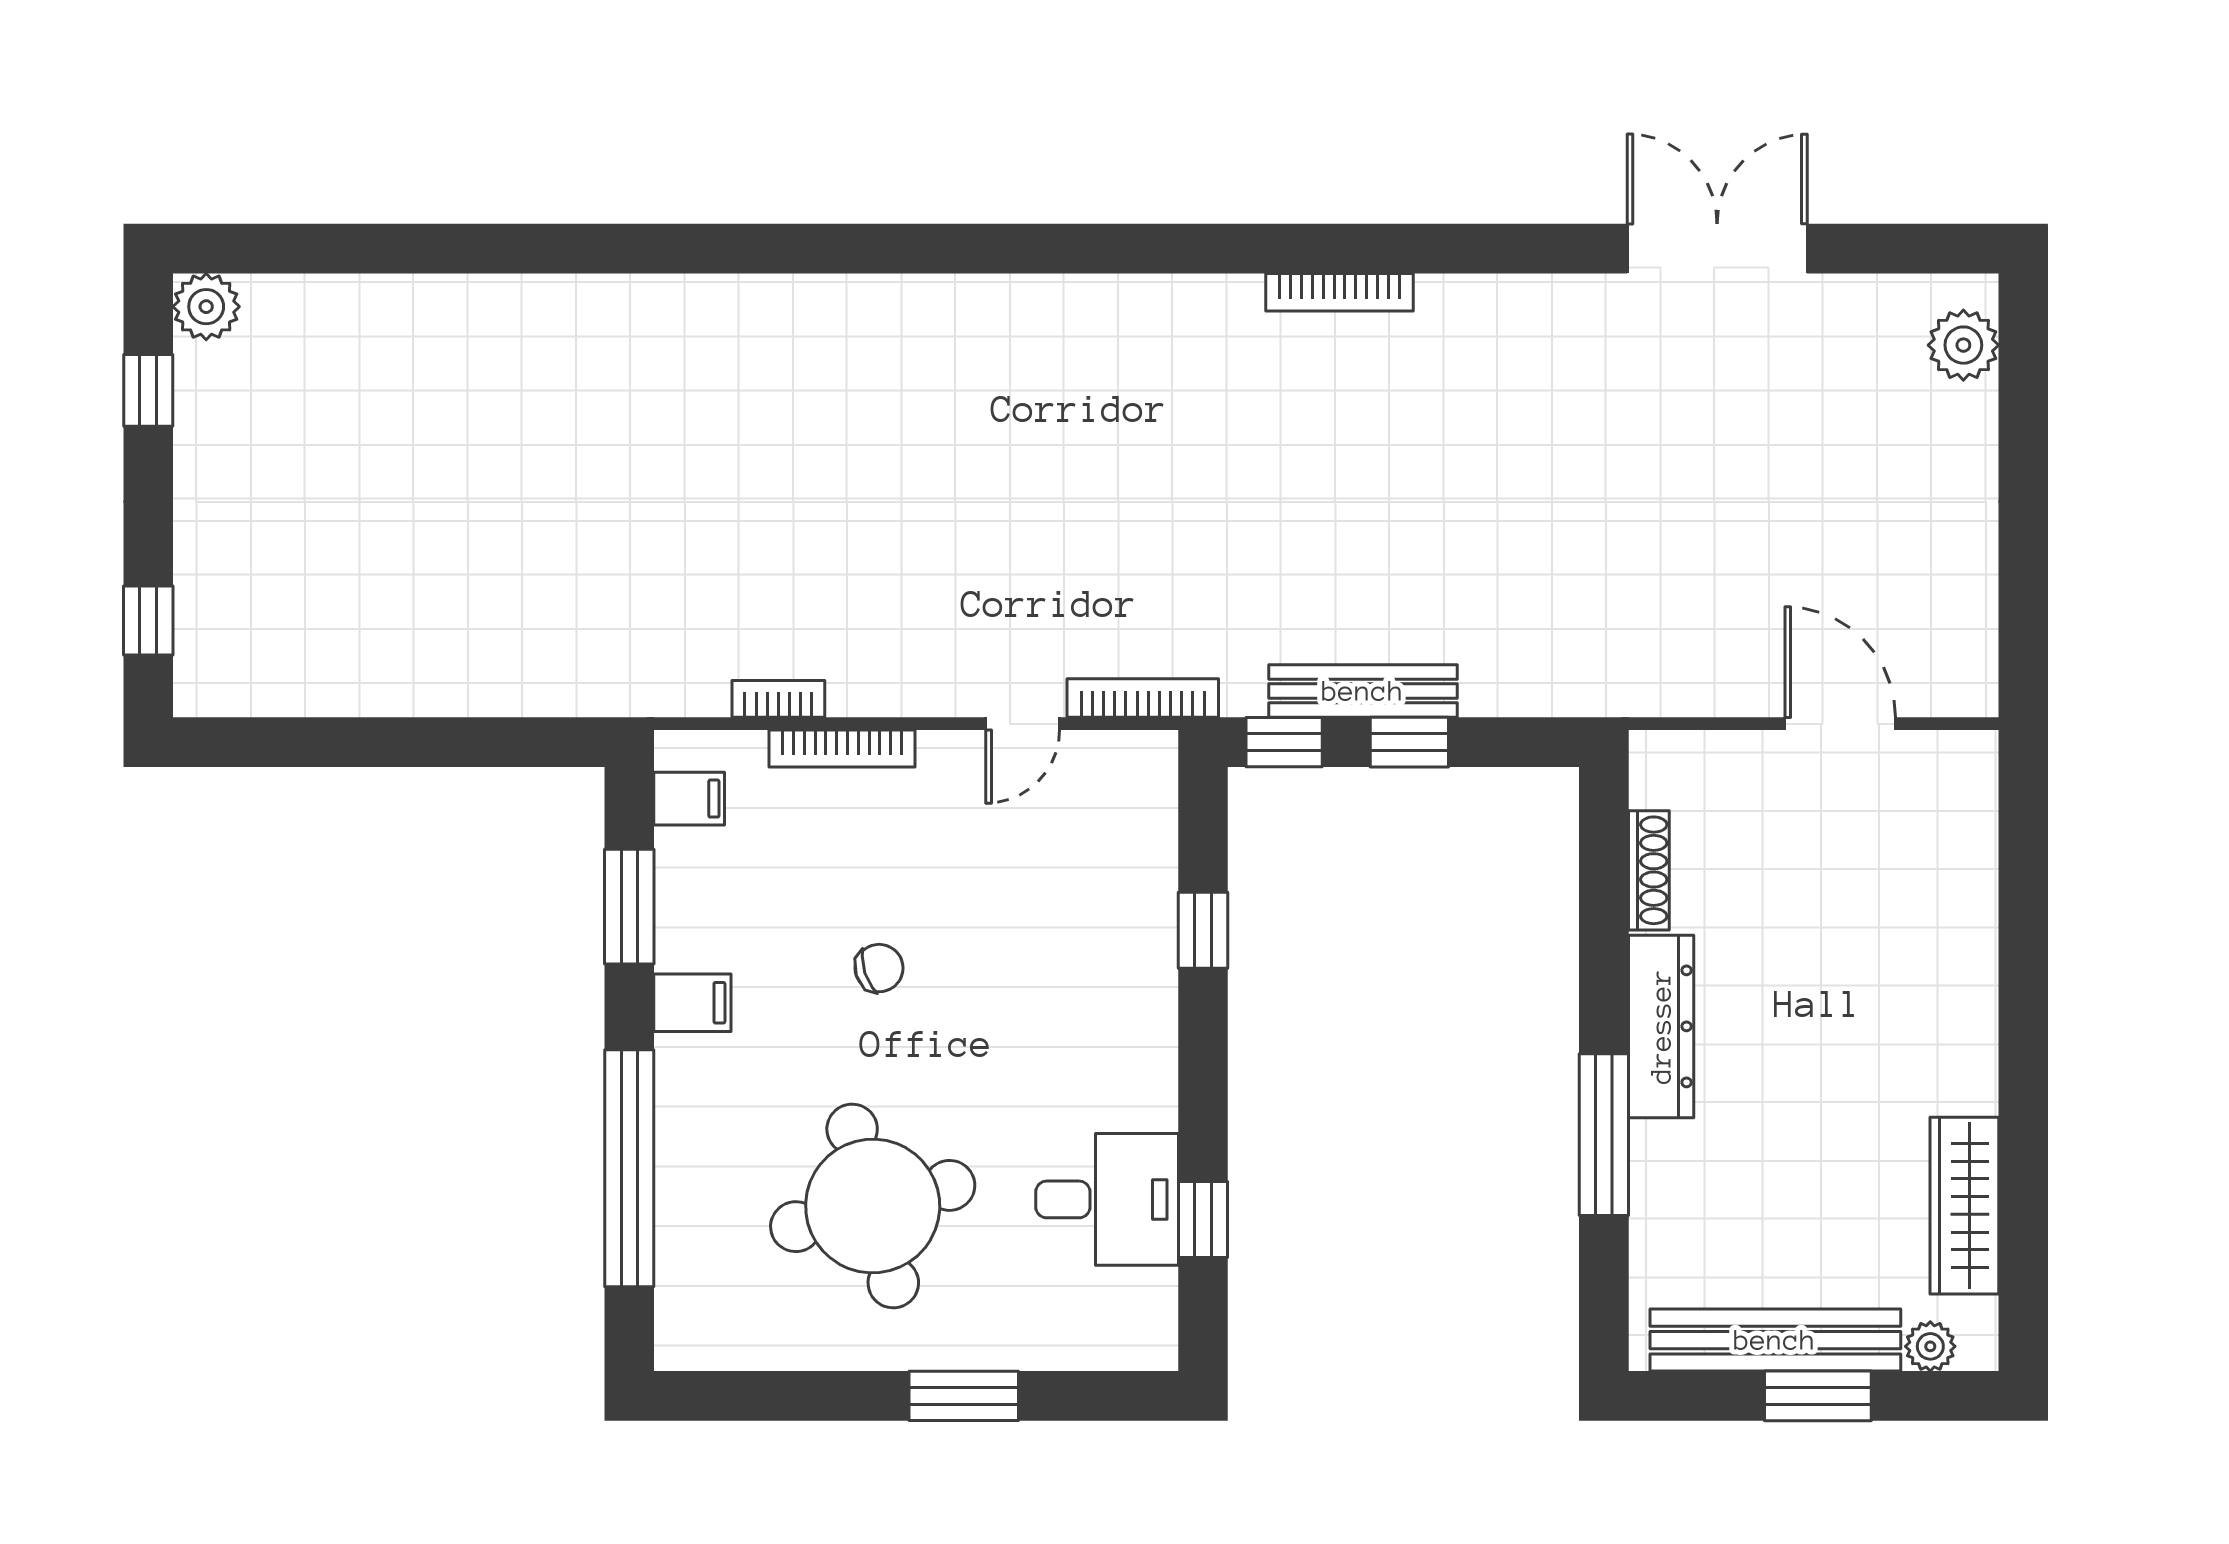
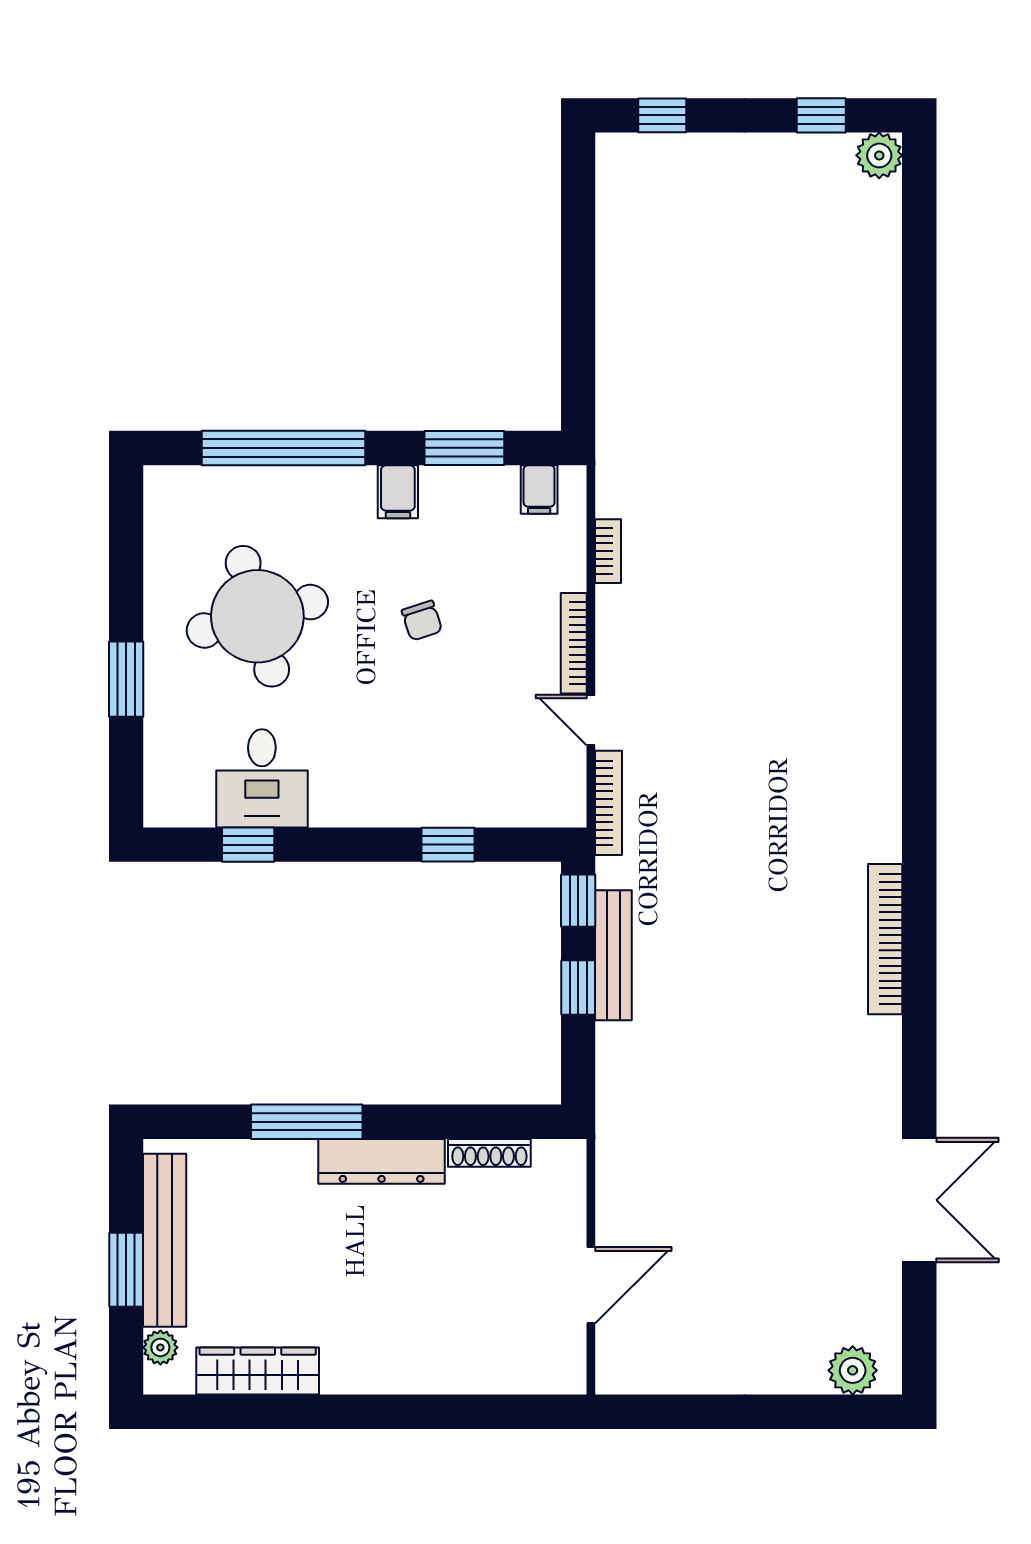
bookcase: (1340, 292) -> (885, 939), width x1.48, depth x1.31
bookcase: (842, 748) -> (574, 643), moved

